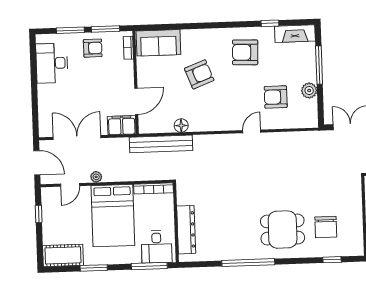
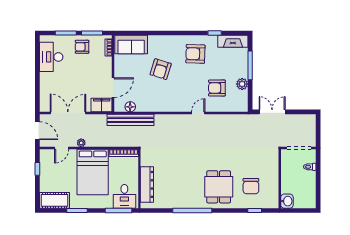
armchair: (93, 48) -> (82, 47), turned 180
armchair: (199, 74) -> (161, 69), turned 128
floor lamp: (181, 126) -> (130, 107), moved
dining table: (283, 230) -> (219, 187), turned 90

